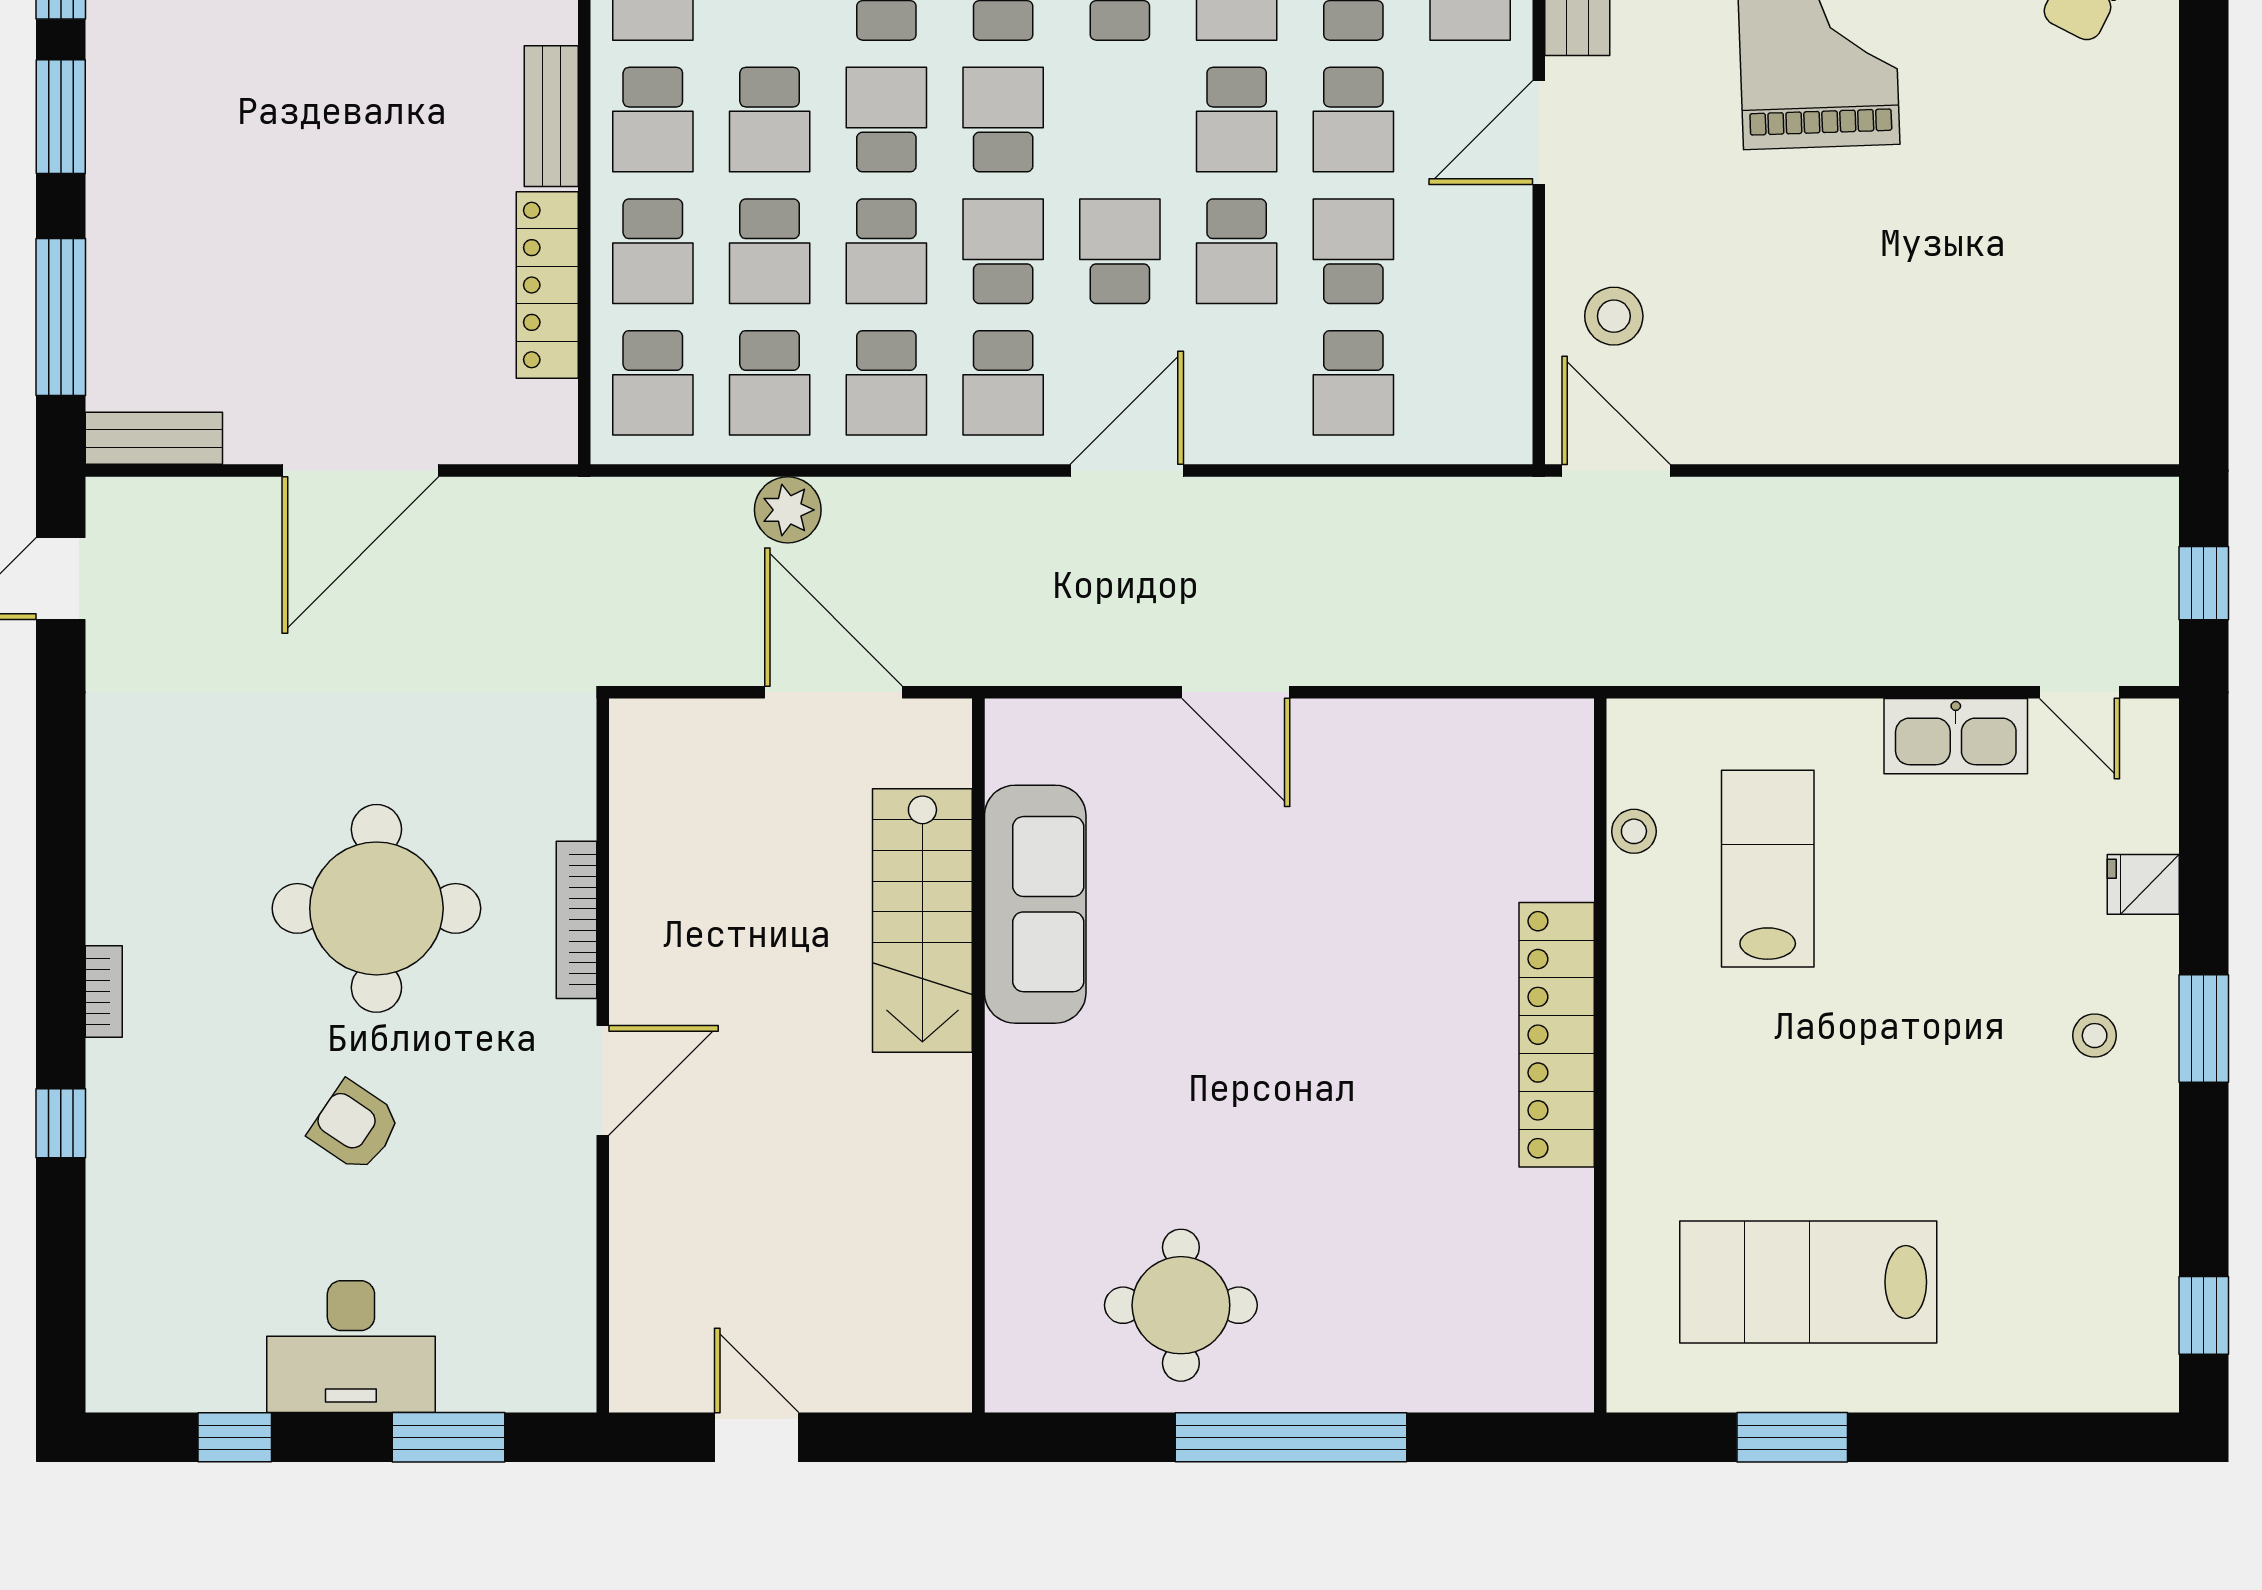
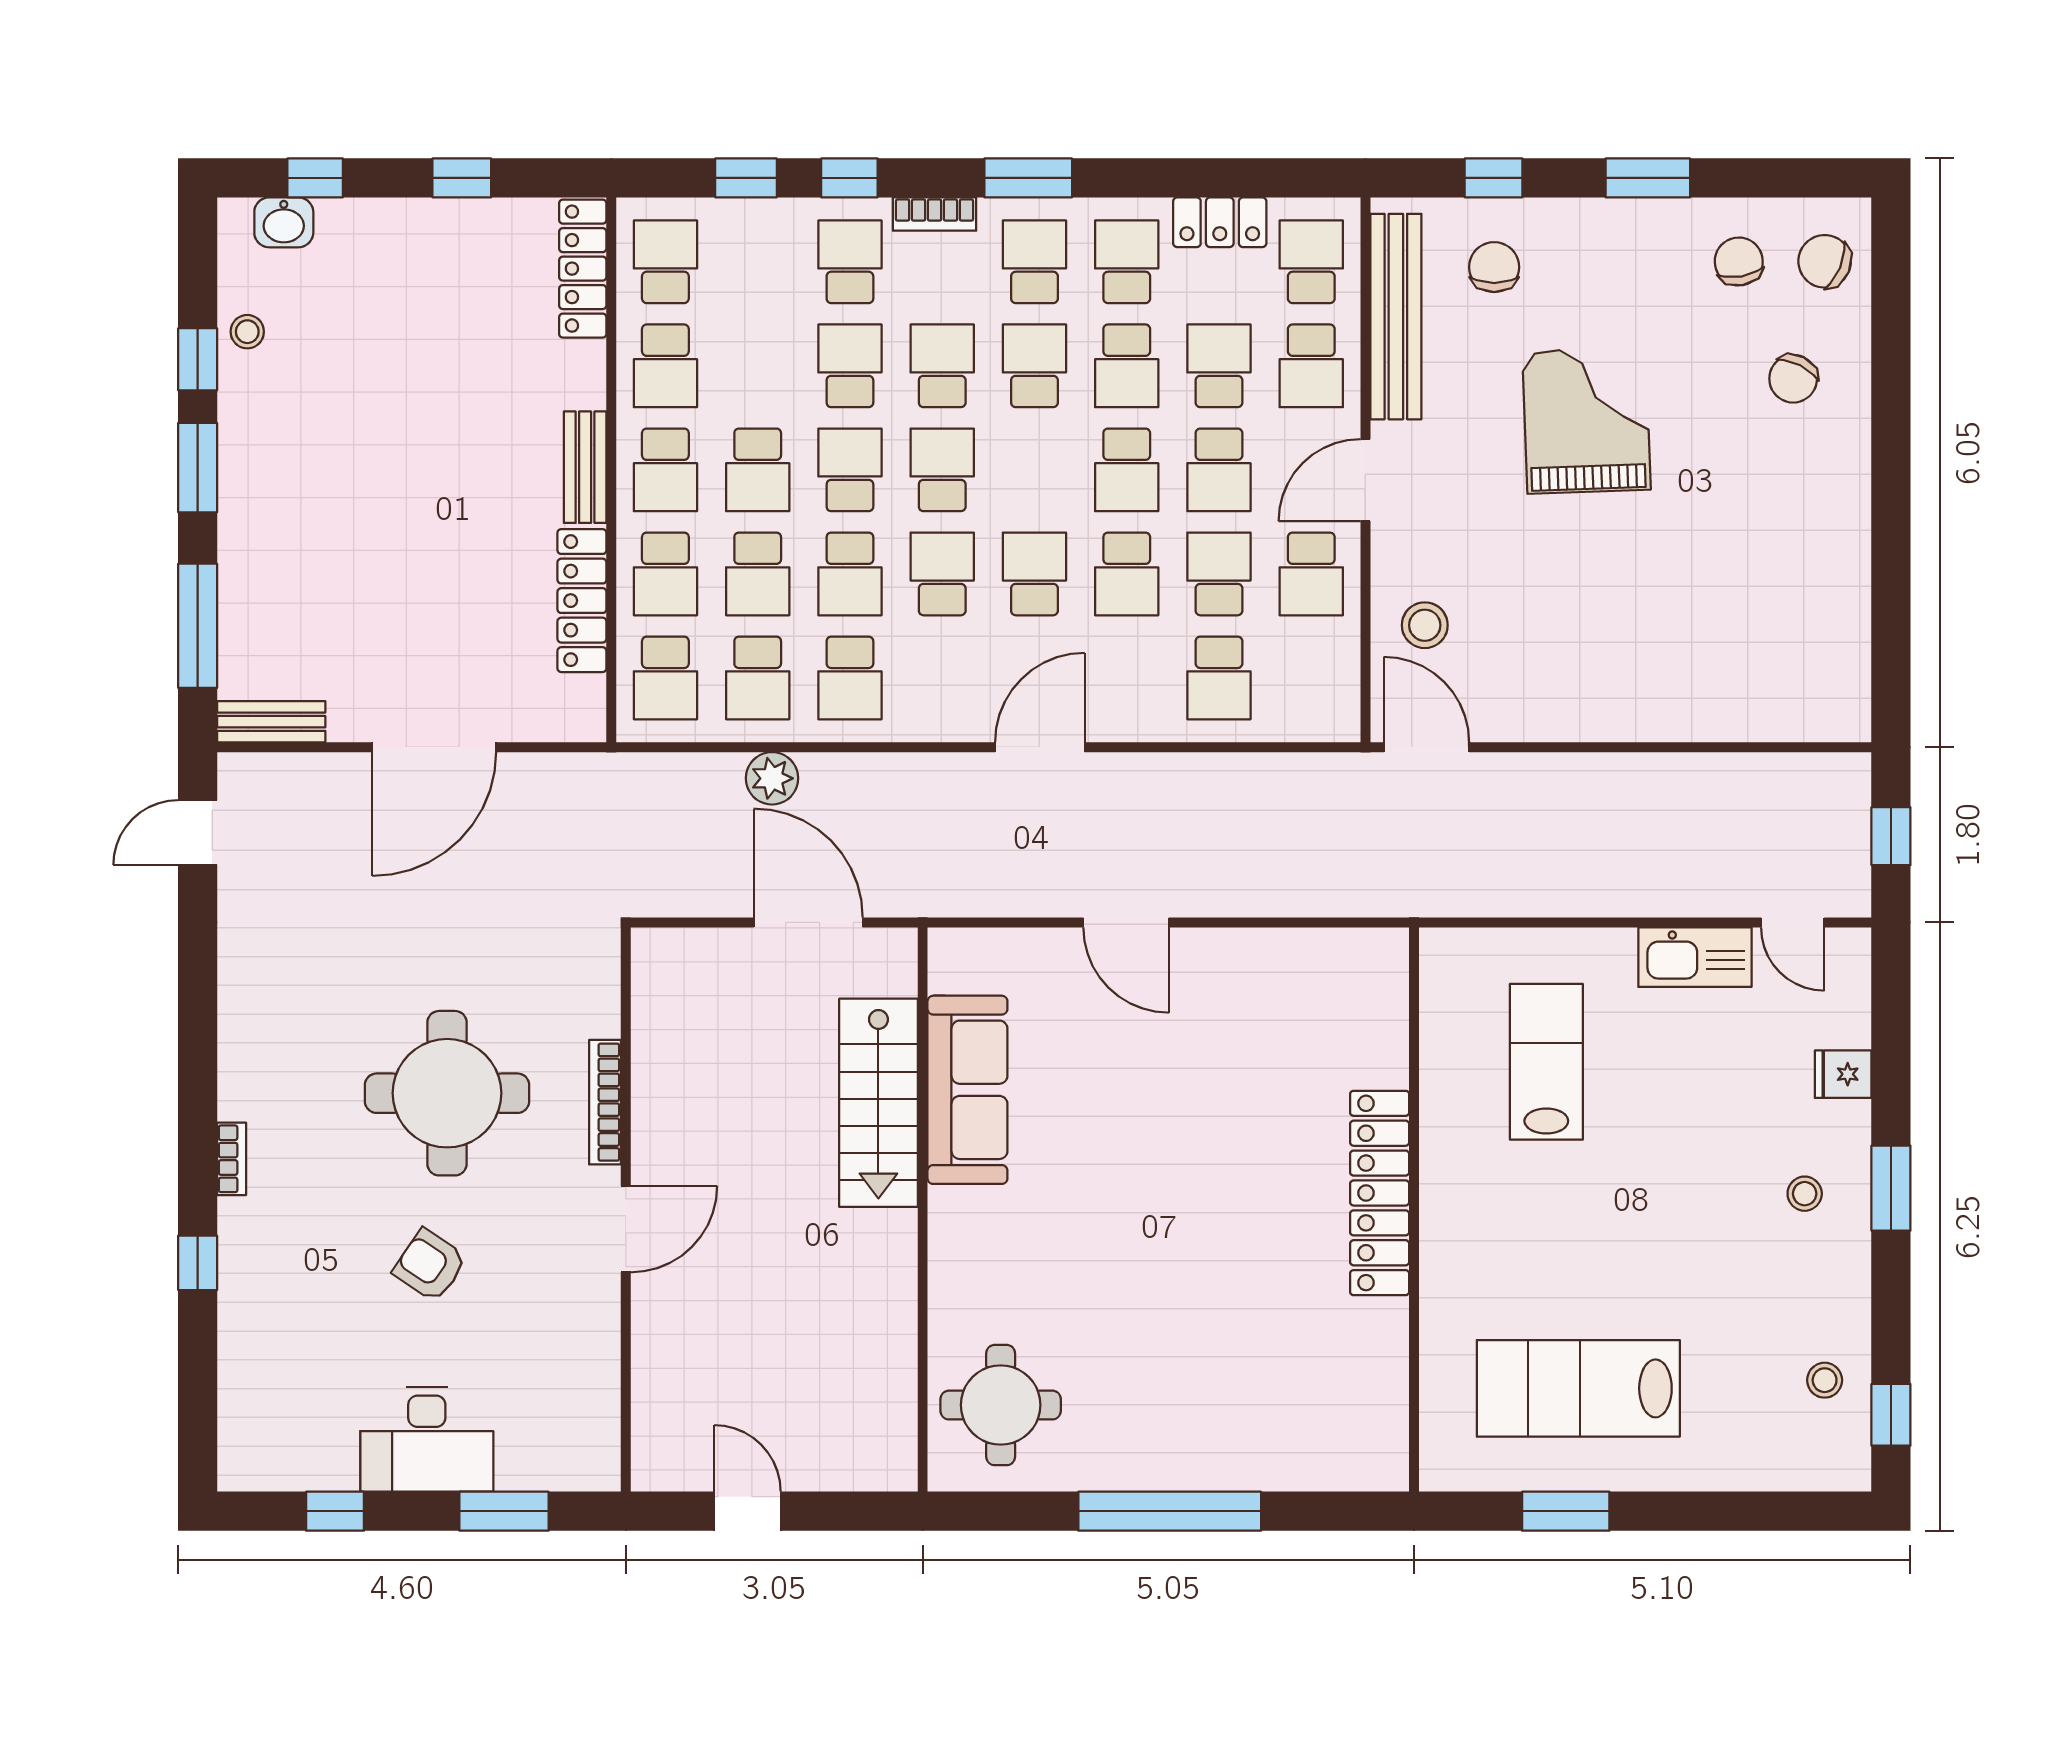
school desk: (1003, 383) -> (1311, 574), moved
stool: (1634, 831) -> (1825, 1380), moved
round table: (1181, 1305) -> (1001, 1405), moved

